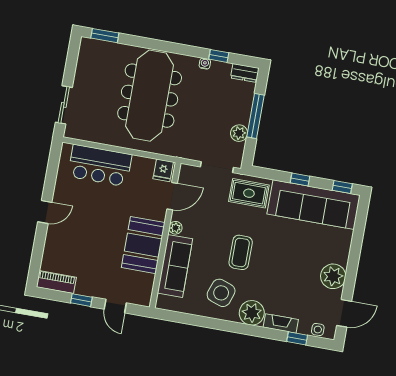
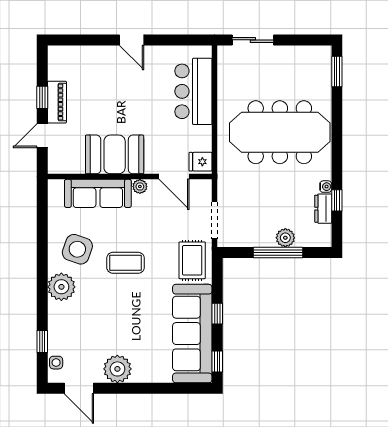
dresser: (245, 73) -> (323, 209), moved
plant: (239, 133) -> (285, 238), moved
piano: (56, 282) -> (57, 102), moved
fireplace: (281, 323) -> (55, 321), removed

